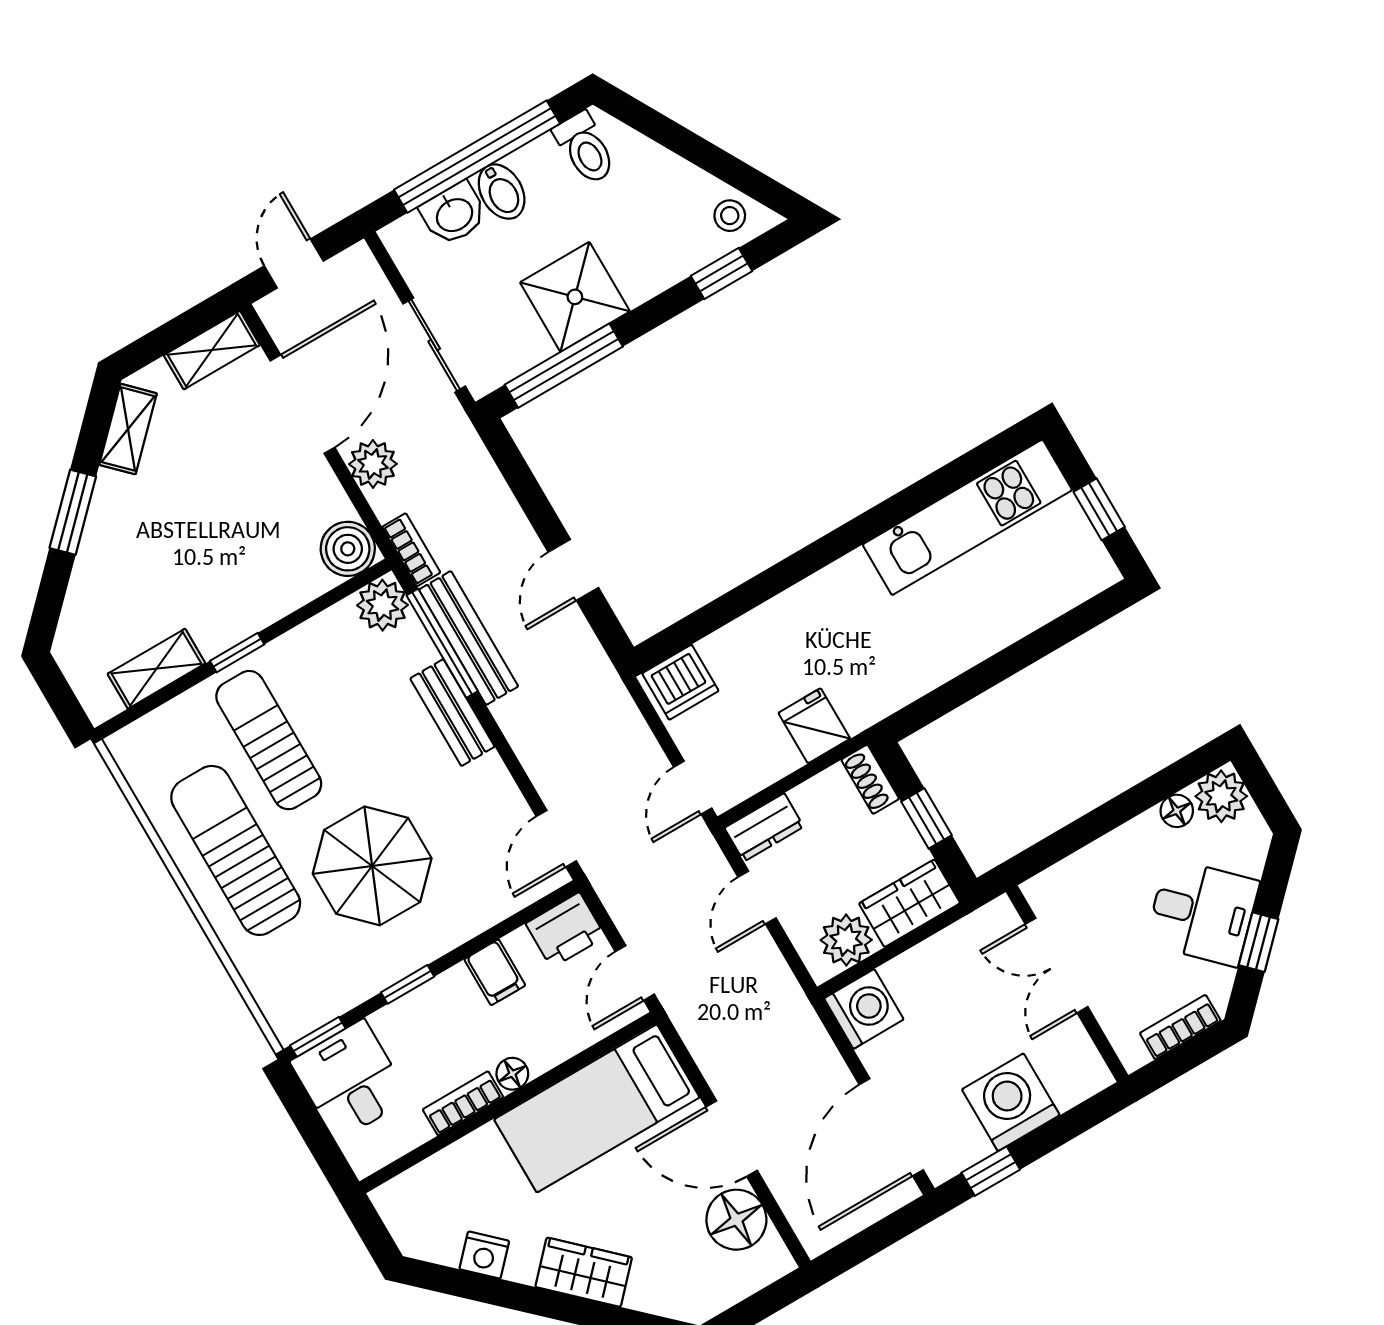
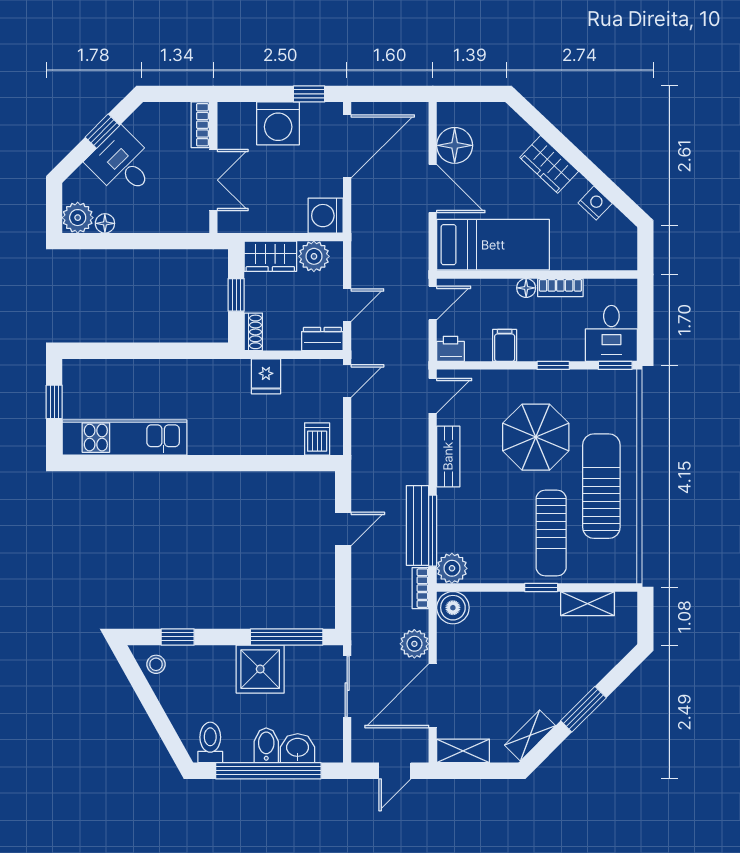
dishwasher: (680, 682) -> (317, 439), width x0.73
bench: (452, 713) -> (448, 456), moved
sun lounger: (236, 850) -> (601, 486), turned 180
printer: (565, 930) -> (451, 349), width x0.73, depth x0.81
bookcase: (1180, 1027) -> (200, 125), moved, turned 90

